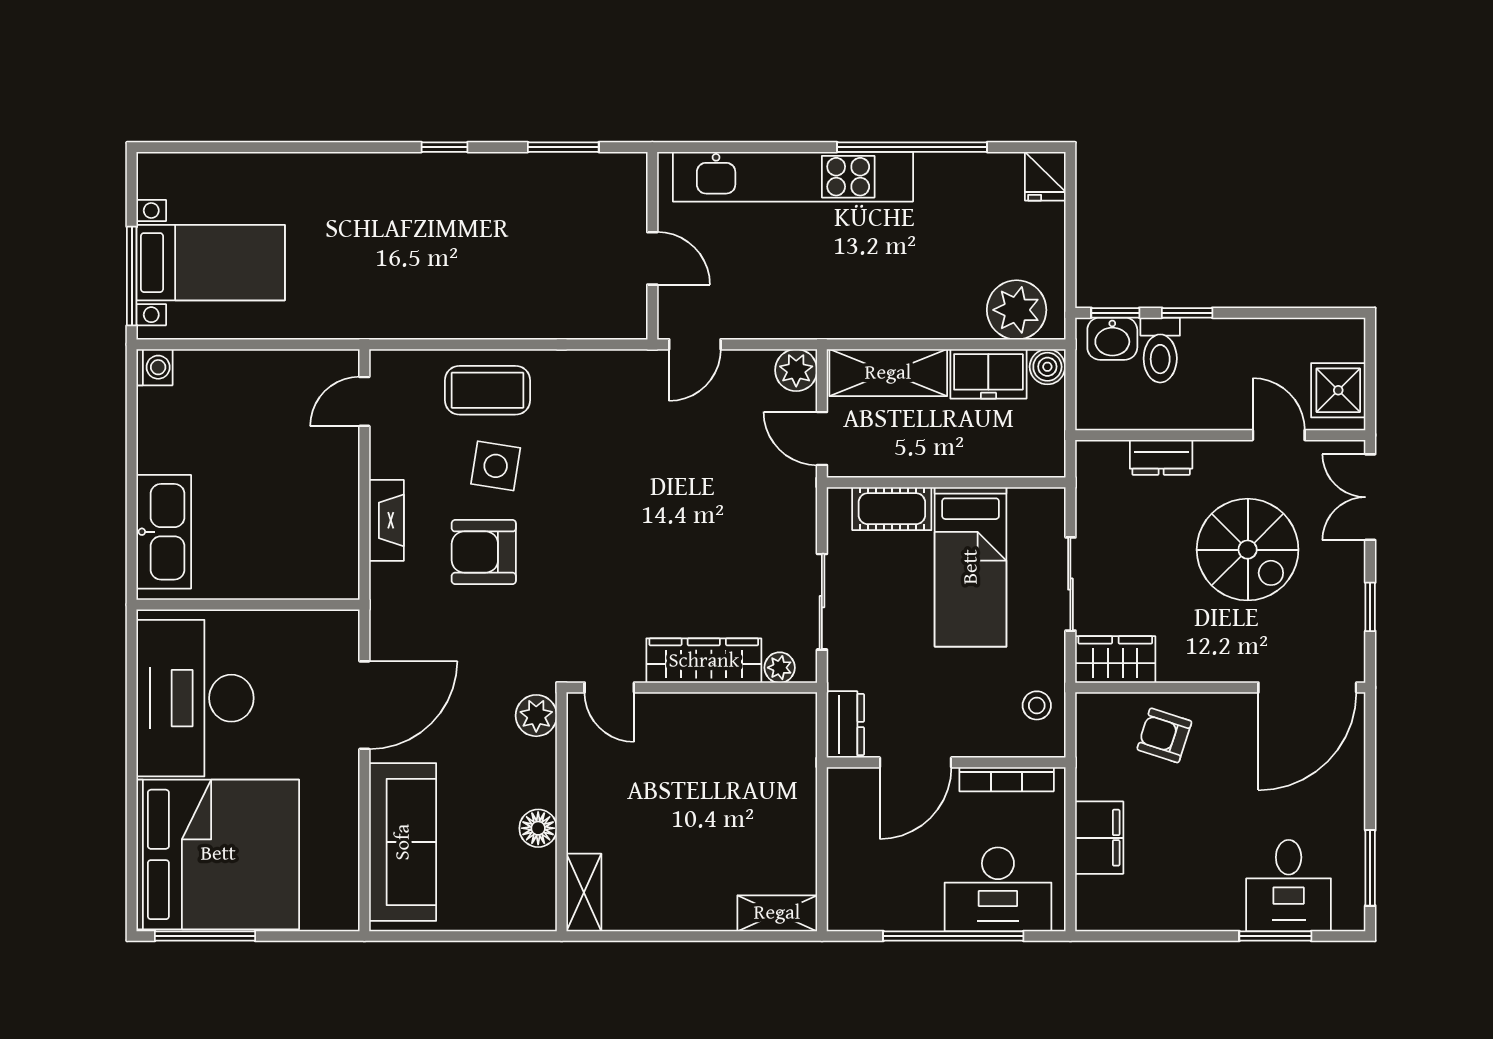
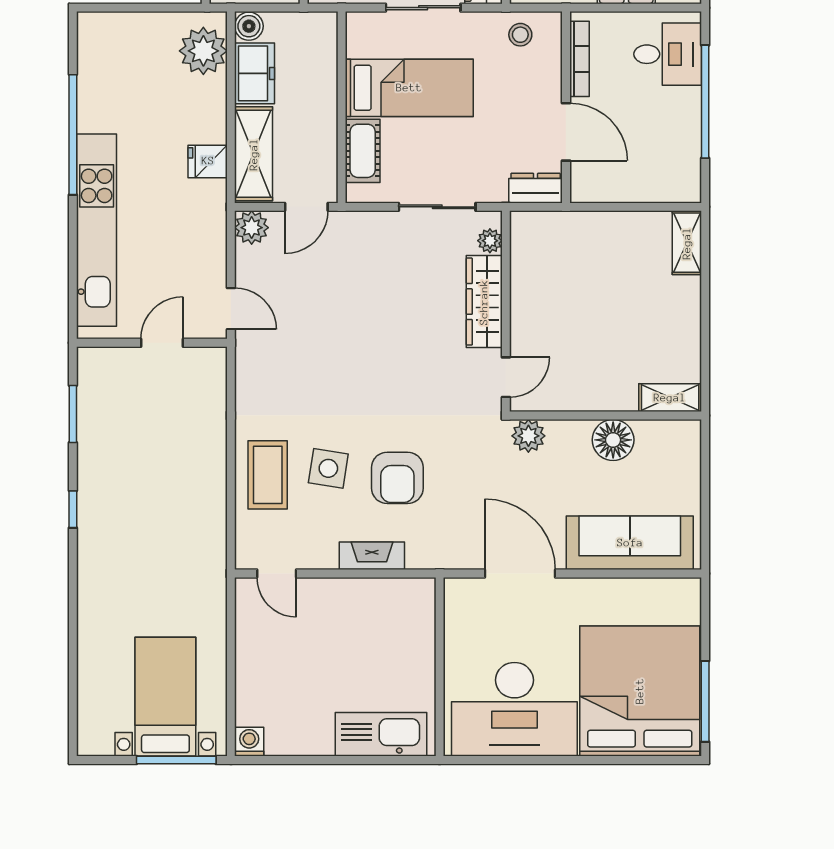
fridge: (1045, 176) -> (208, 161), moved, turned 180
floor lamp: (538, 828) -> (613, 440), width x1.38, depth x1.38
desk: (998, 889) -> (668, 54), width x0.73

